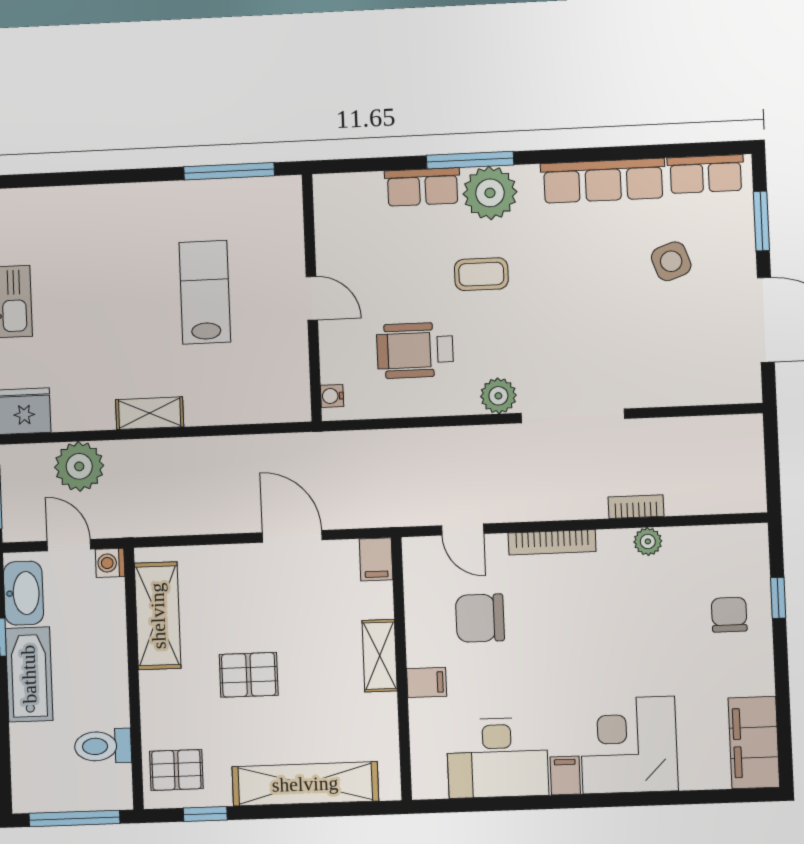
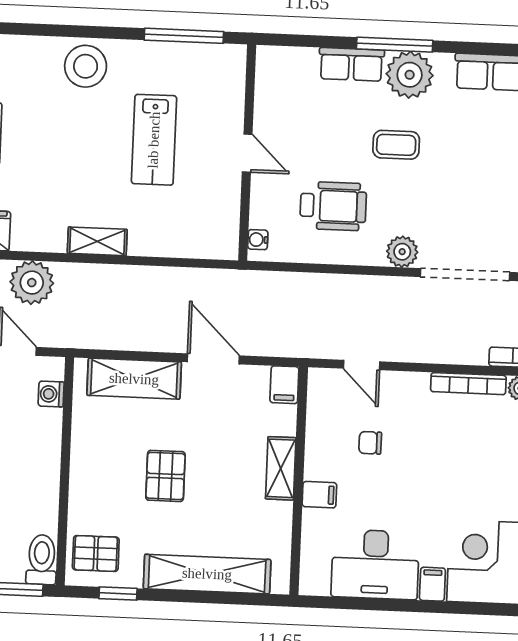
stool: (121, 216) -> (86, 66), added
lab bench: (205, 292) -> (154, 140), turned 180
wheelchair: (415, 350) -> (333, 206), turned 180
bookcase: (552, 542) -> (468, 384), moved
washing machine: (110, 563) -> (51, 394), moved
shelving: (158, 616) -> (134, 379), moved, turned 90
chair: (480, 618) -> (370, 443), width x0.54, depth x0.54
pallet: (249, 675) -> (165, 476), turned 90
toilet: (103, 746) -> (42, 560), moved, turned 90

